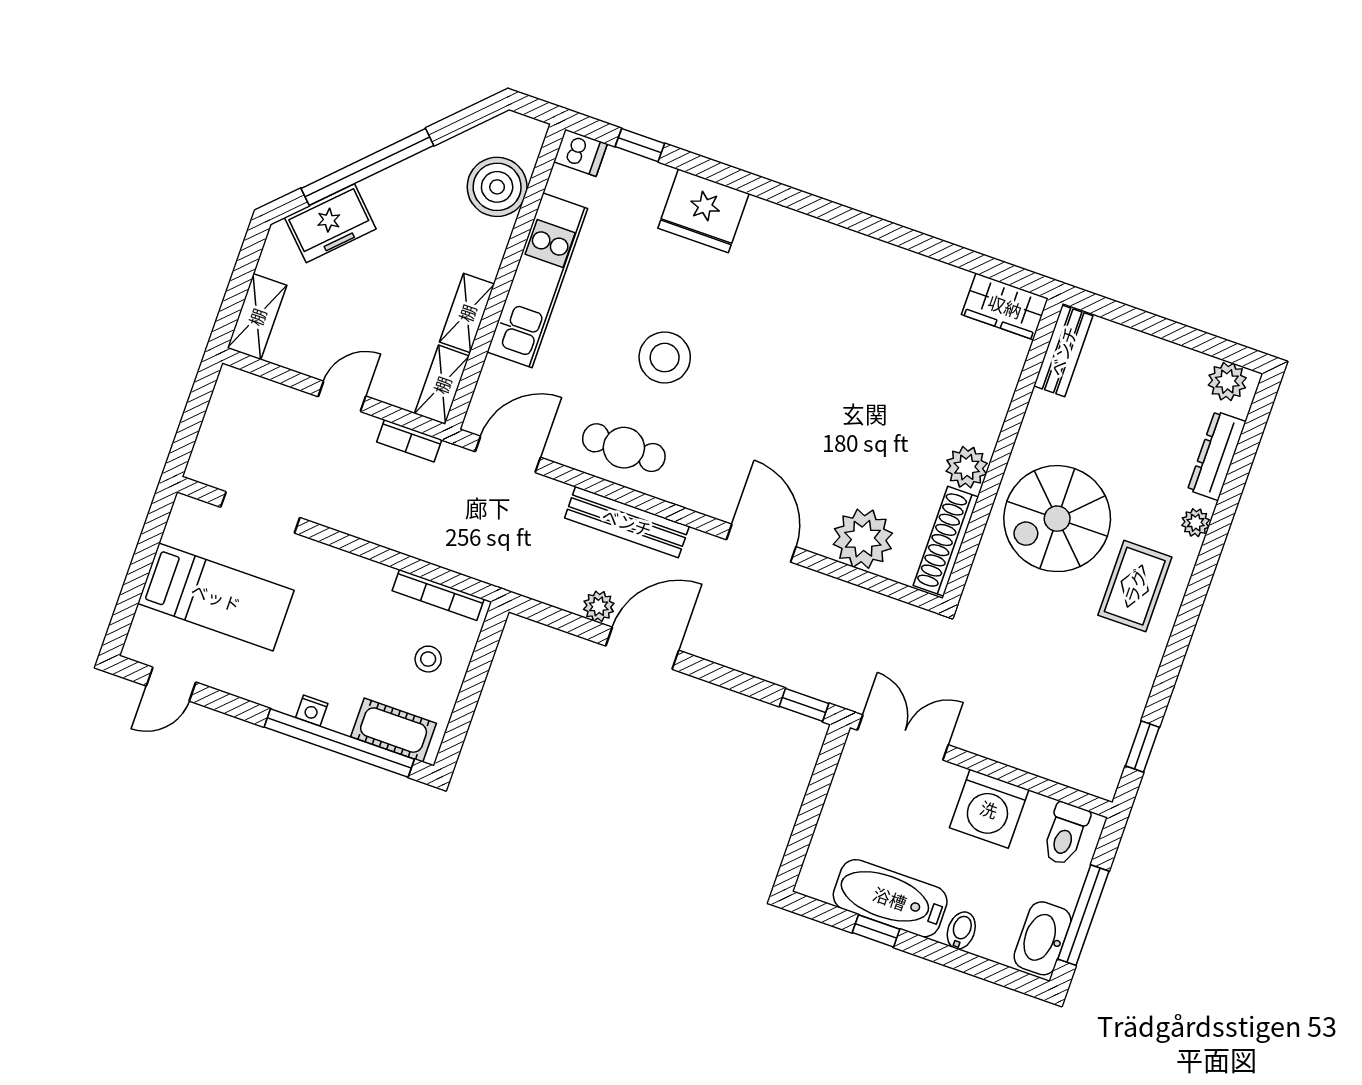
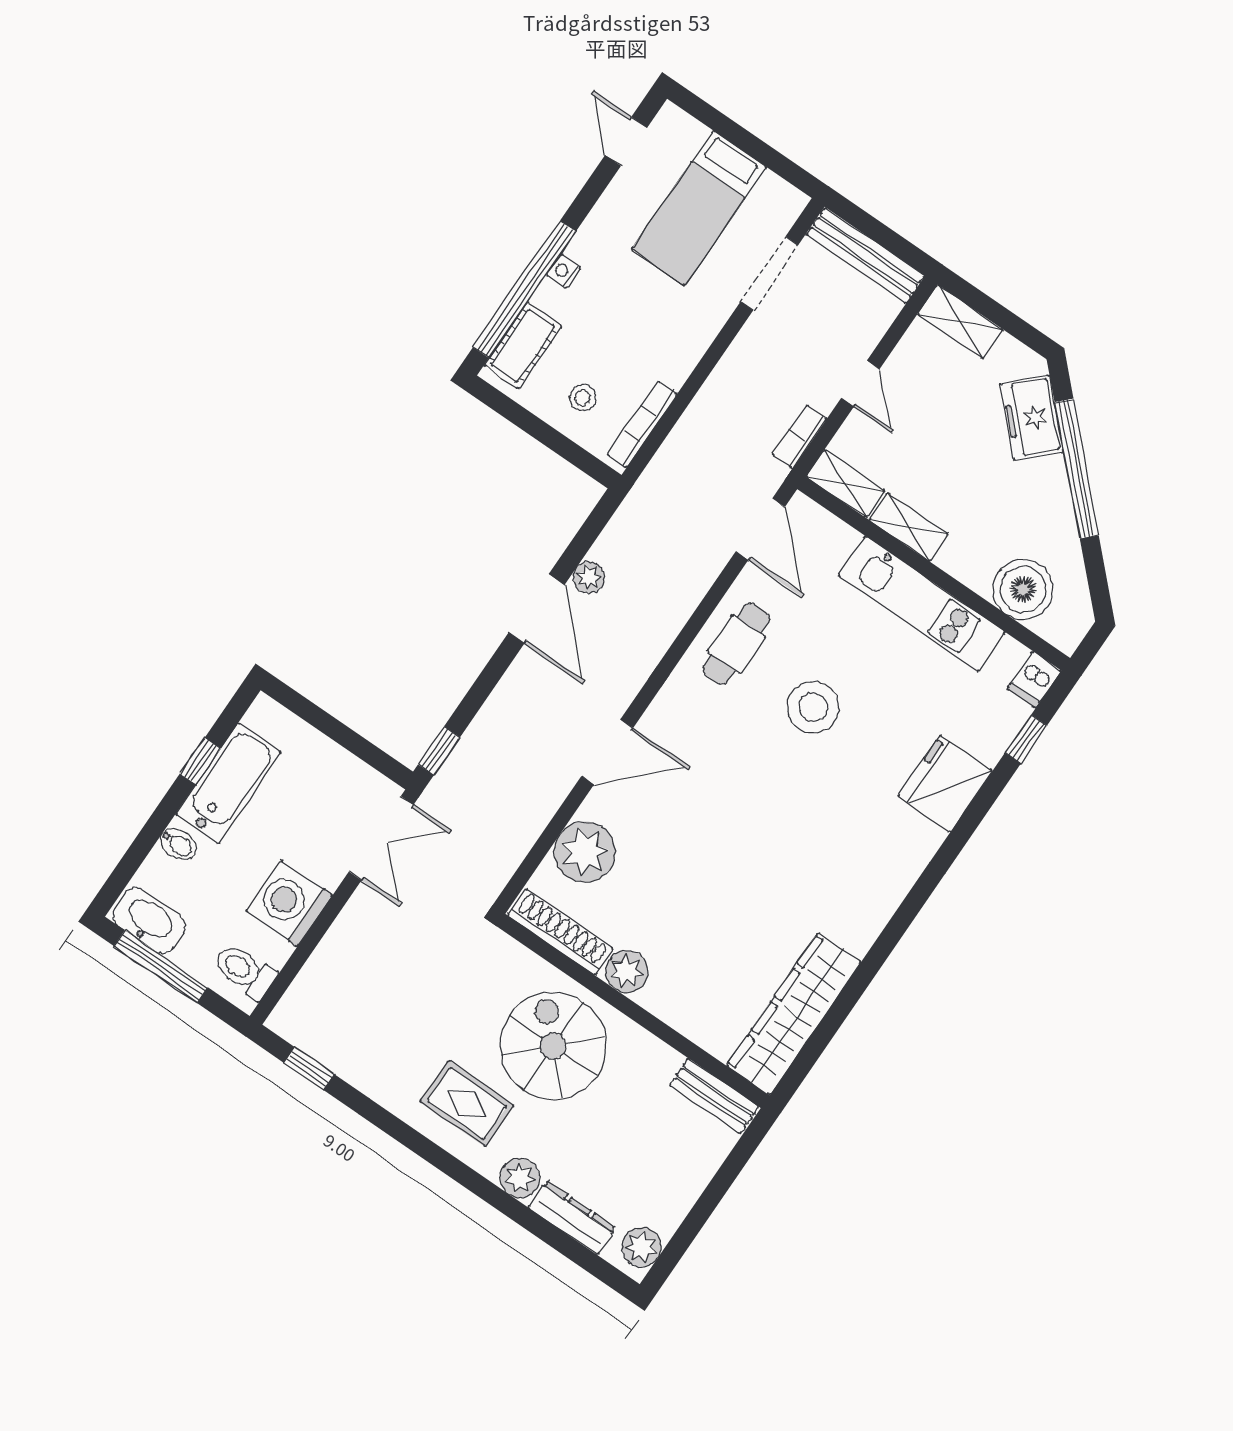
wardrobe: (1005, 306) -> (794, 1014), width x2.10, depth x1.17
bench: (627, 522) -> (866, 256), moved, turned 90
plant: (1196, 523) -> (520, 1178), width x1.38, depth x1.38

